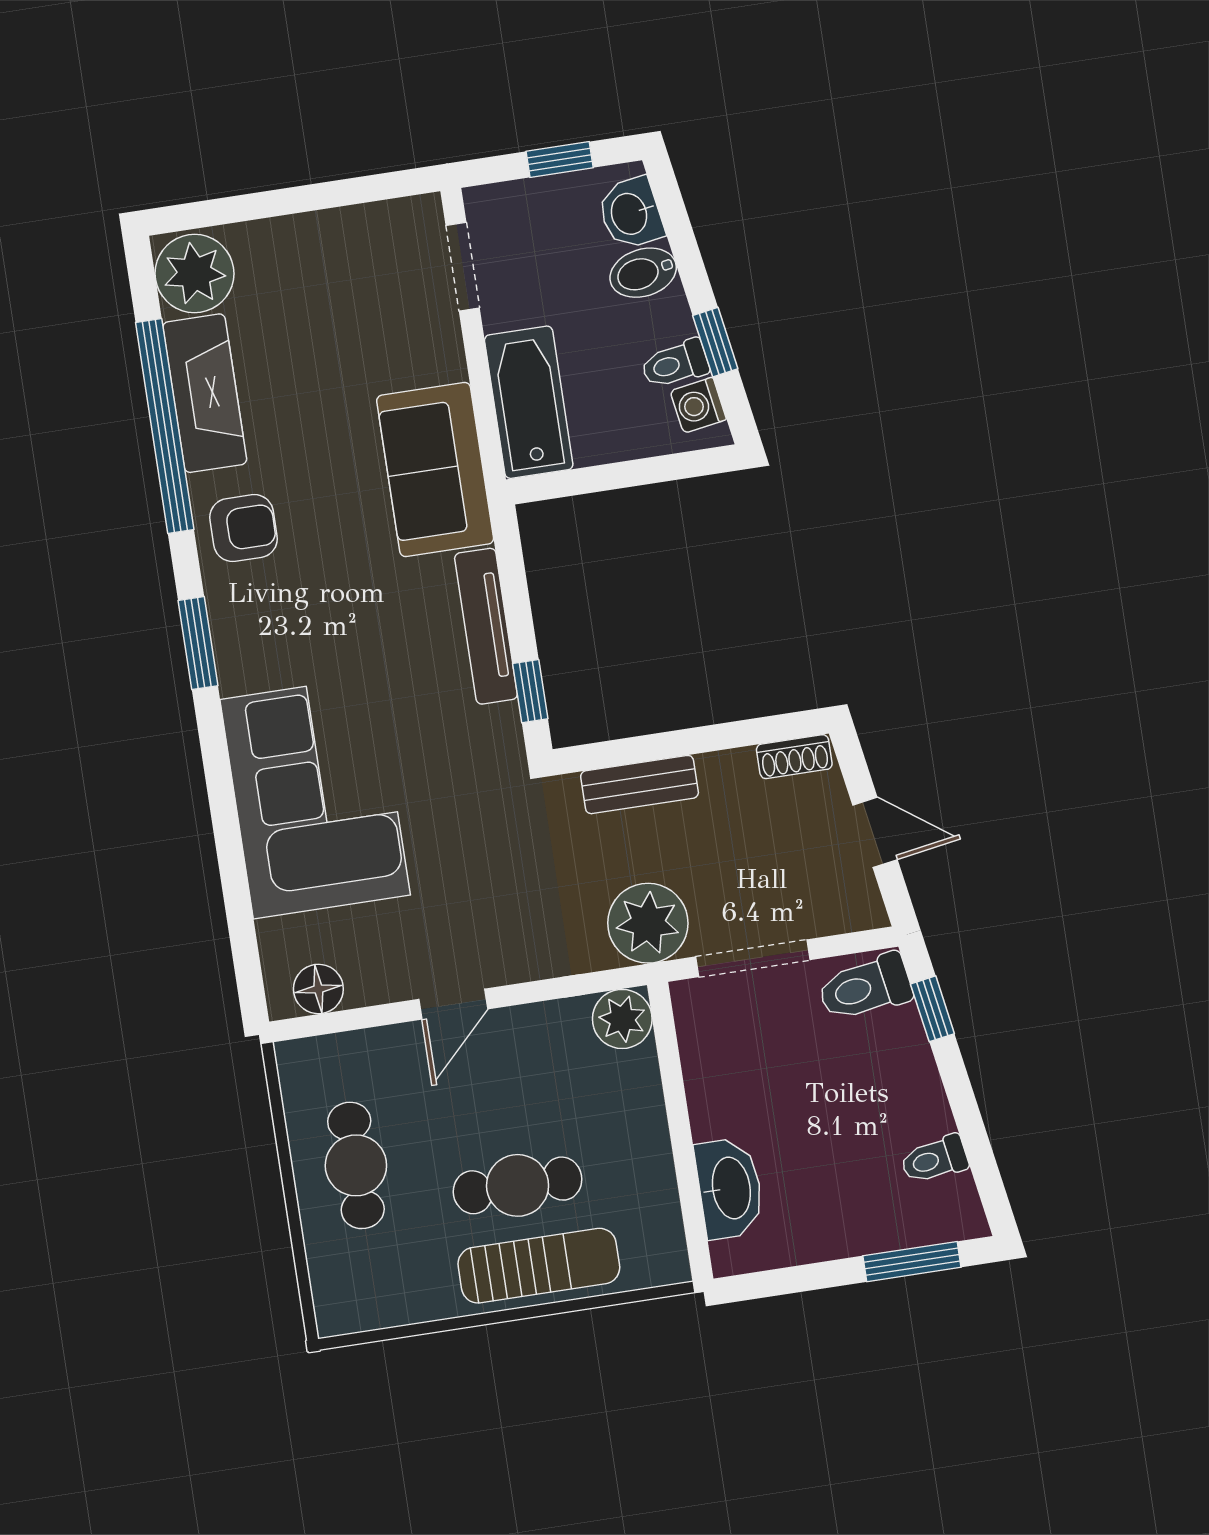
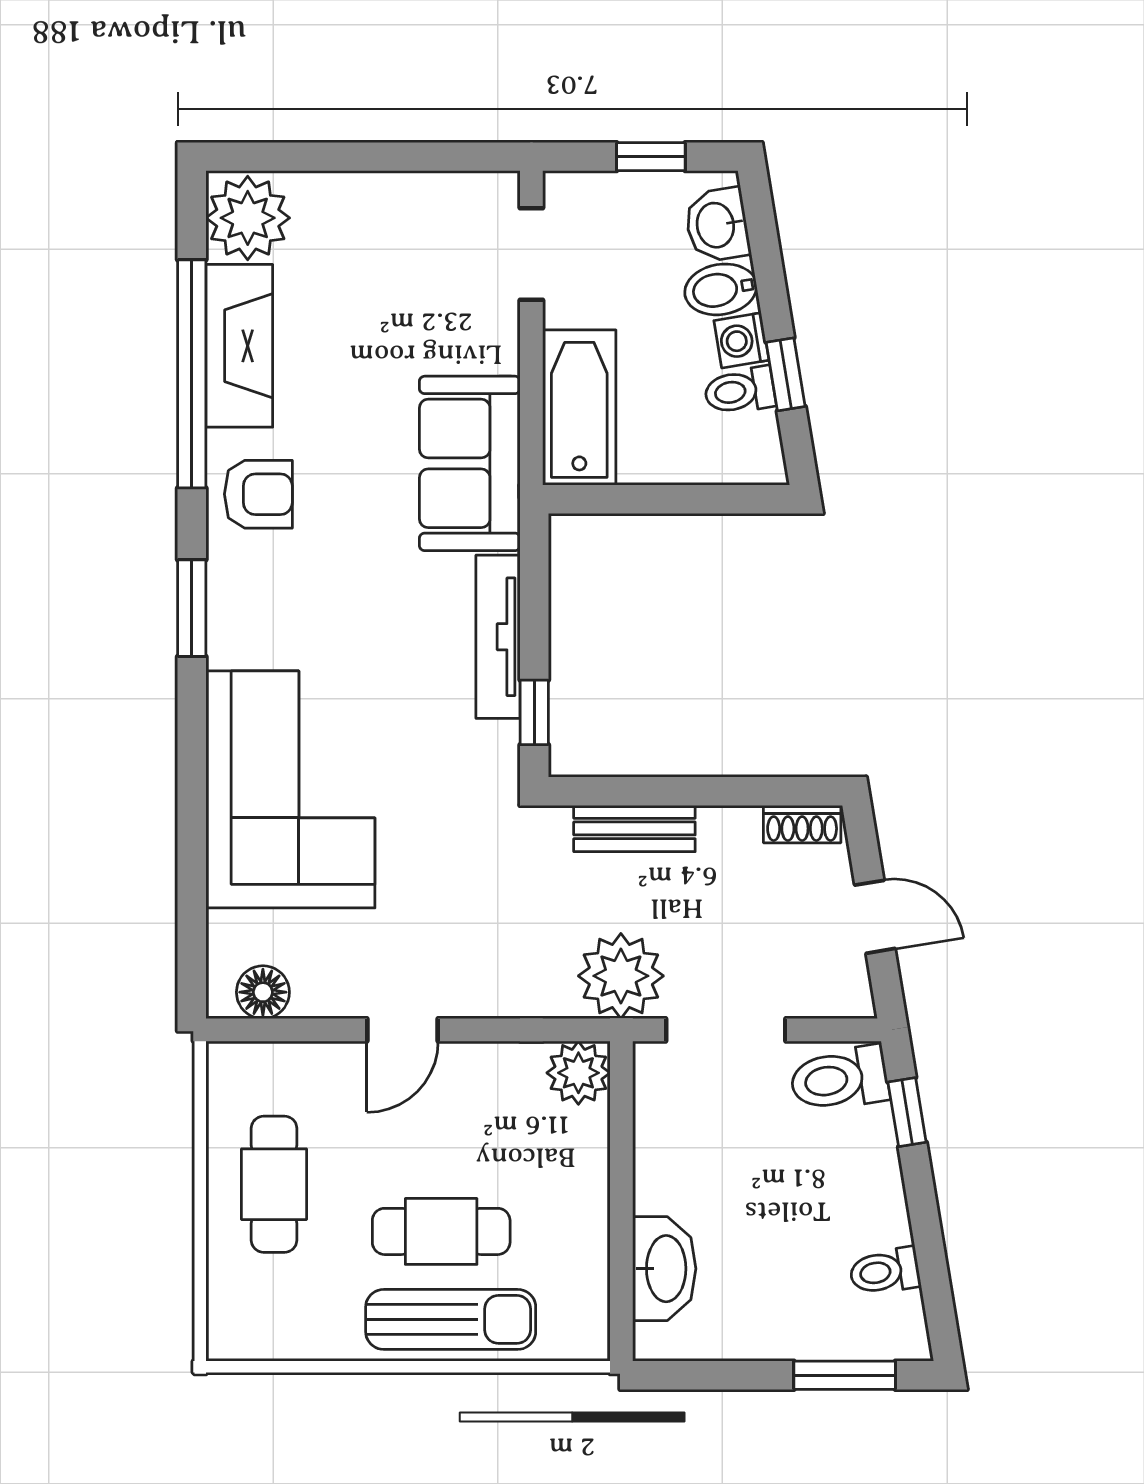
washing machine: (698, 405) -> (741, 340), moved

